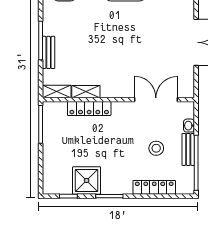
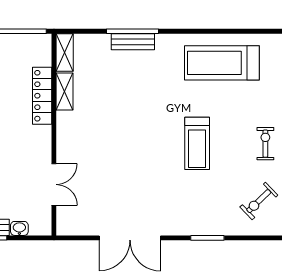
bench: (49, 52) -> (133, 42), moved
double door: (156, 100) -> (54, 184), width x0.73

